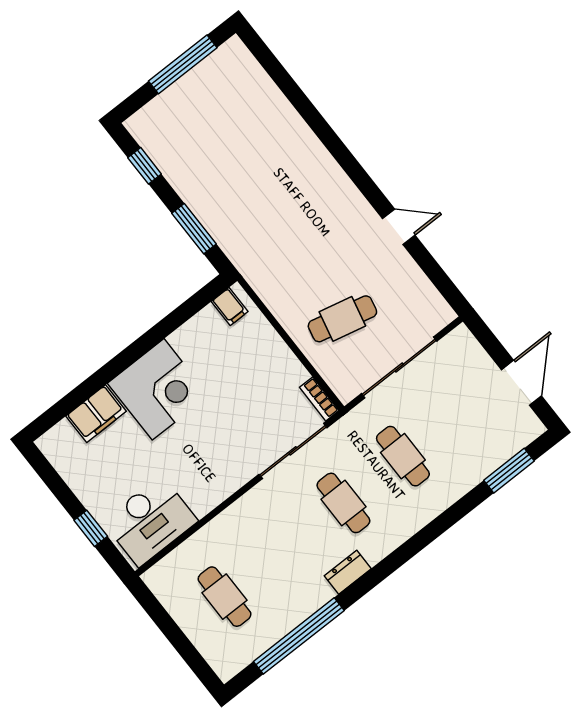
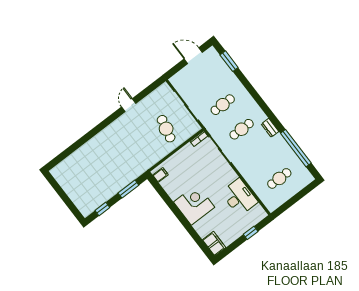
window: (183, 64) -> (61, 193), removed
filing cabinet: (96, 414) -> (214, 244), moved
desk: (150, 521) -> (239, 197), moved

